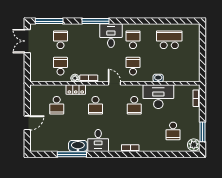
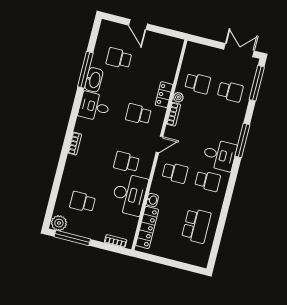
locker: (180, 77) -> (147, 227), added
school desk: (57, 105) -> (119, 58), moved
window: (202, 132) -> (72, 238), width x1.44

